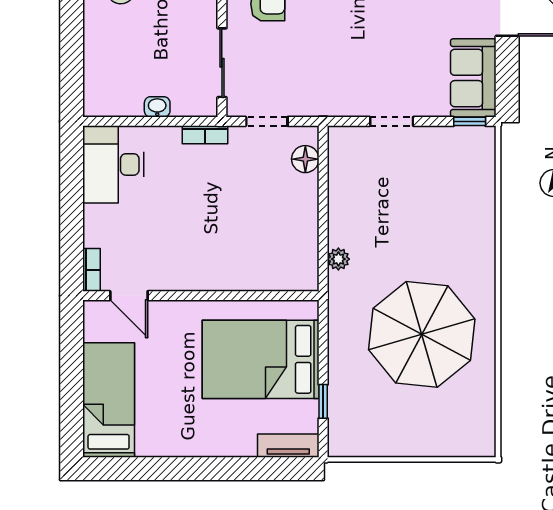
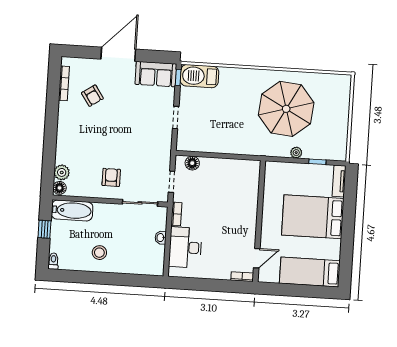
barbecue: (475, 162) -> (199, 76), added
desk: (113, 164) -> (185, 247), moved, turned 90
plant: (338, 259) -> (296, 153), moved
bed: (261, 359) -> (313, 217), moved, turned 90

